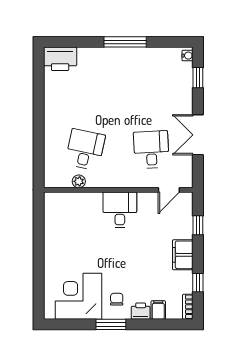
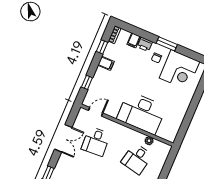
desk: (120, 210) -> (142, 113), width x1.87, depth x1.30
filing cabinet: (183, 255) -> (106, 63), width x0.50

